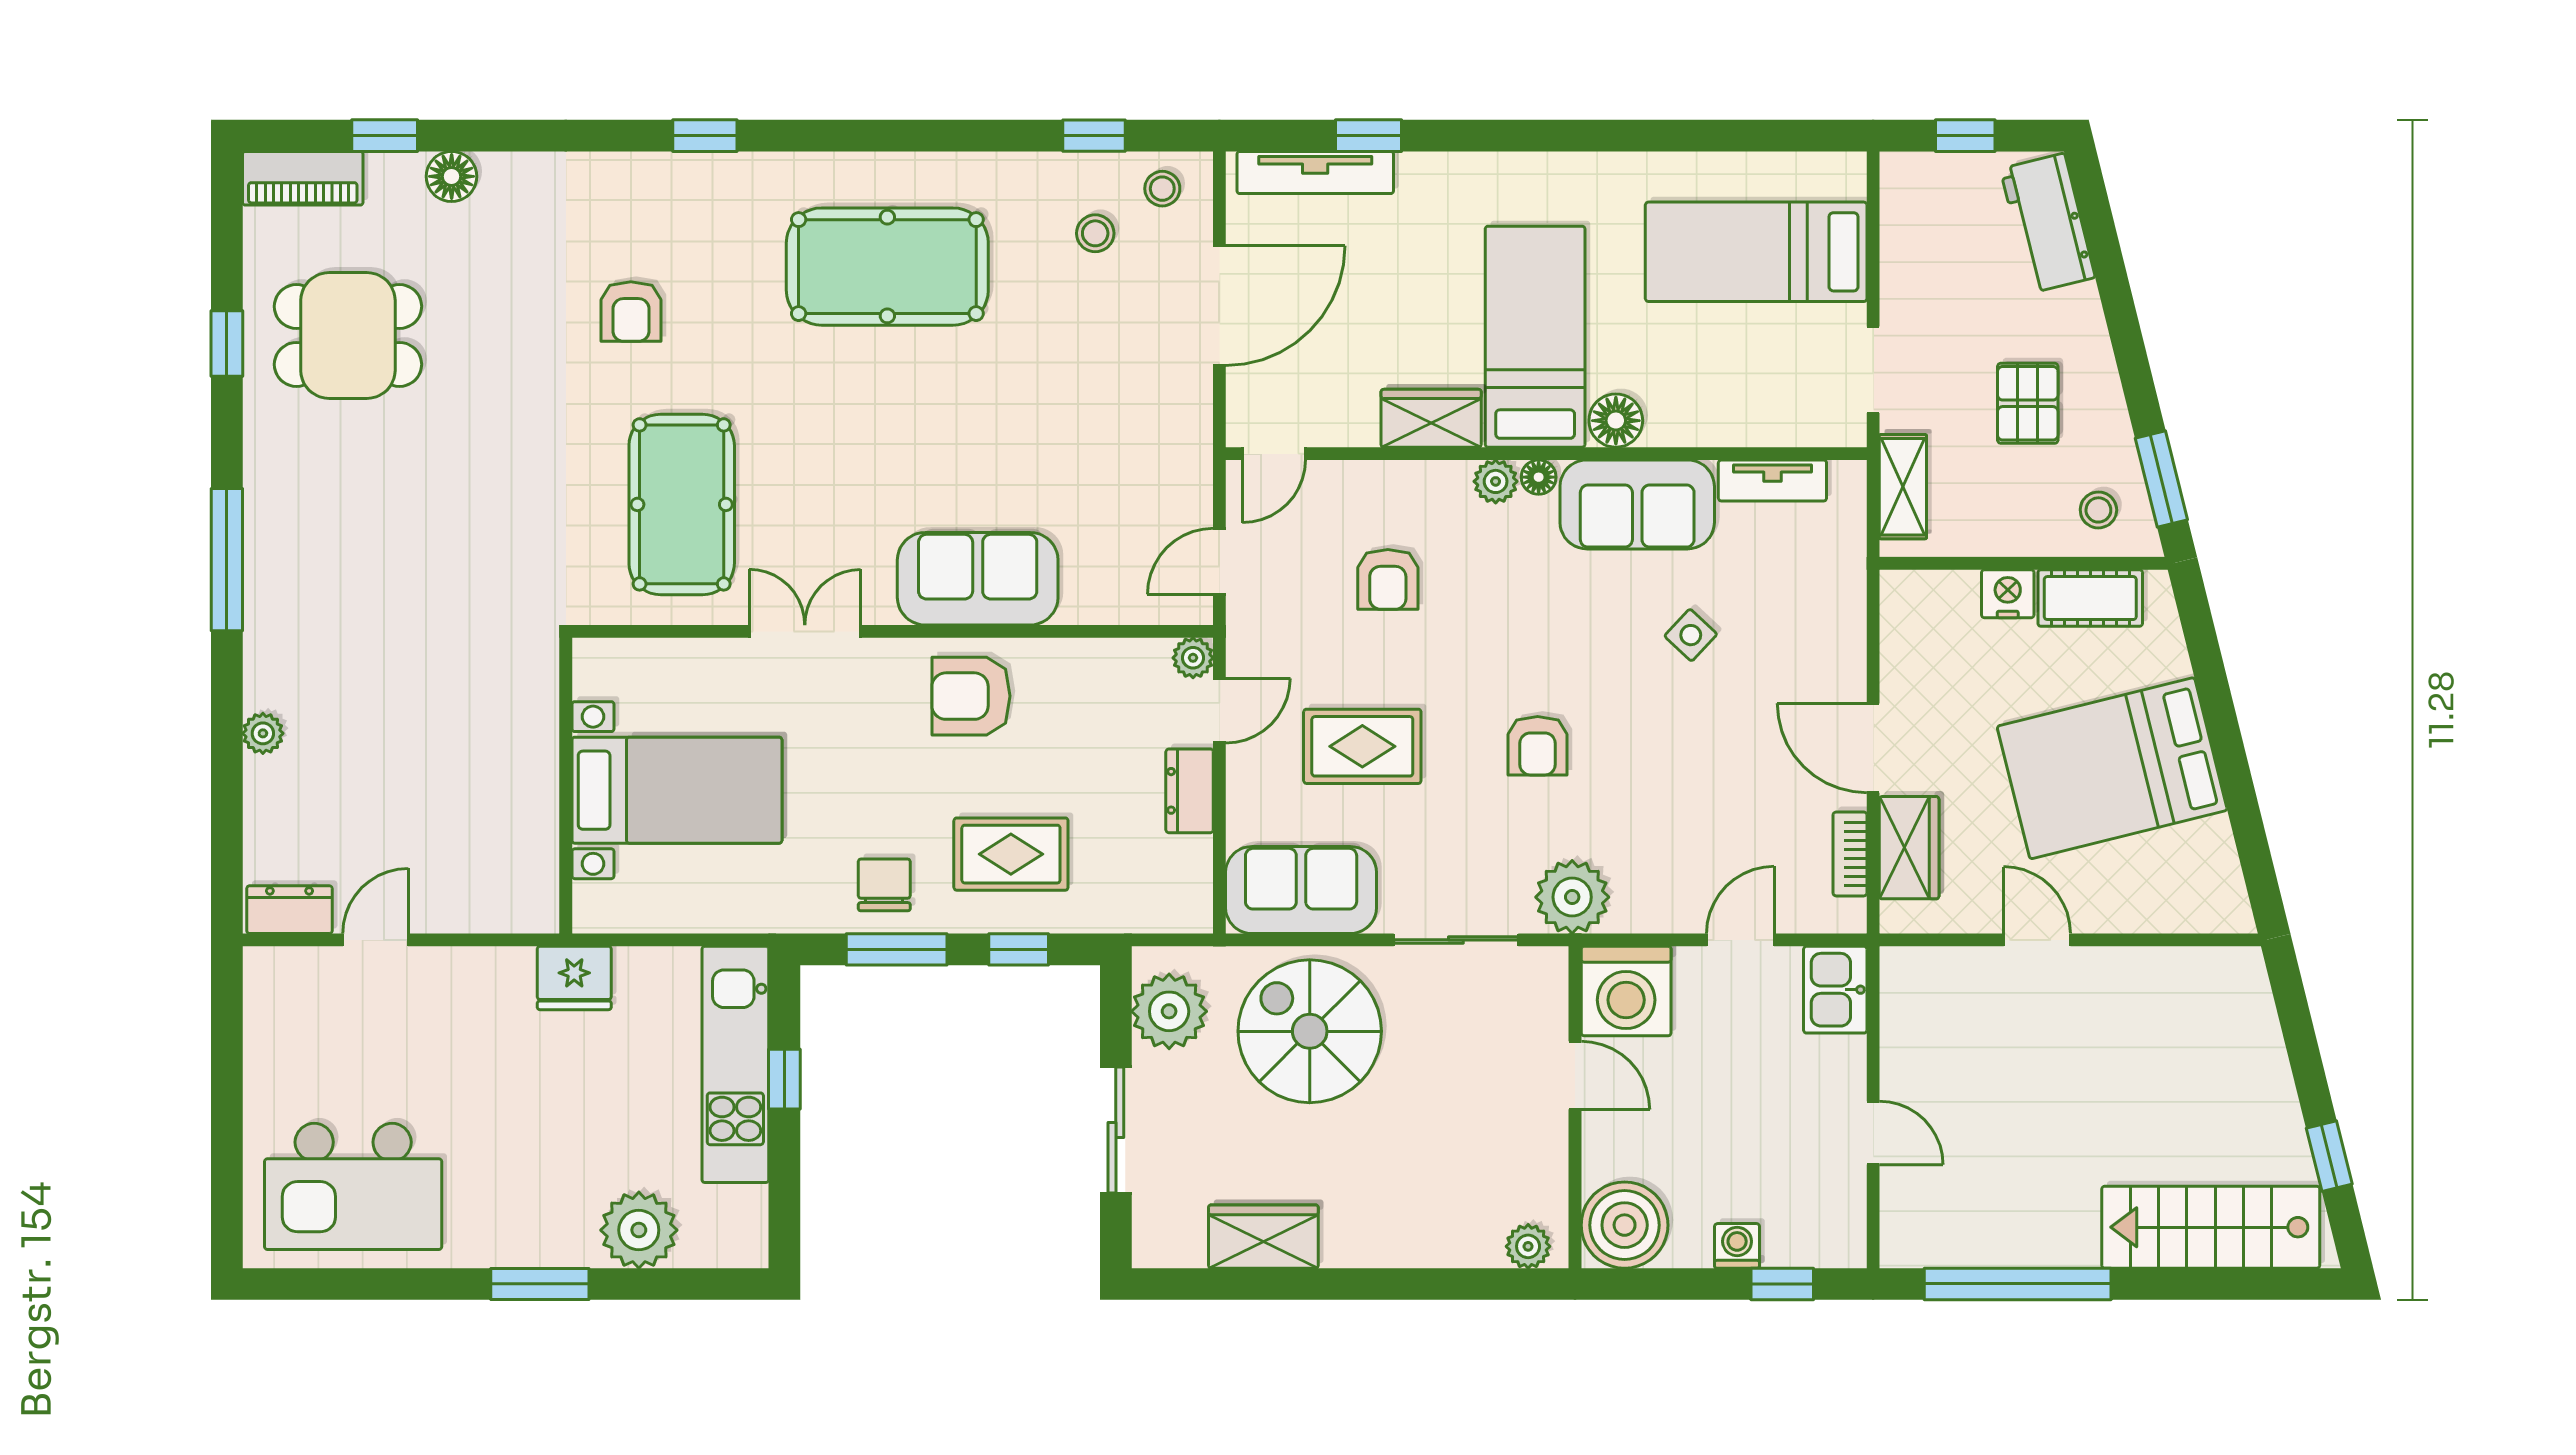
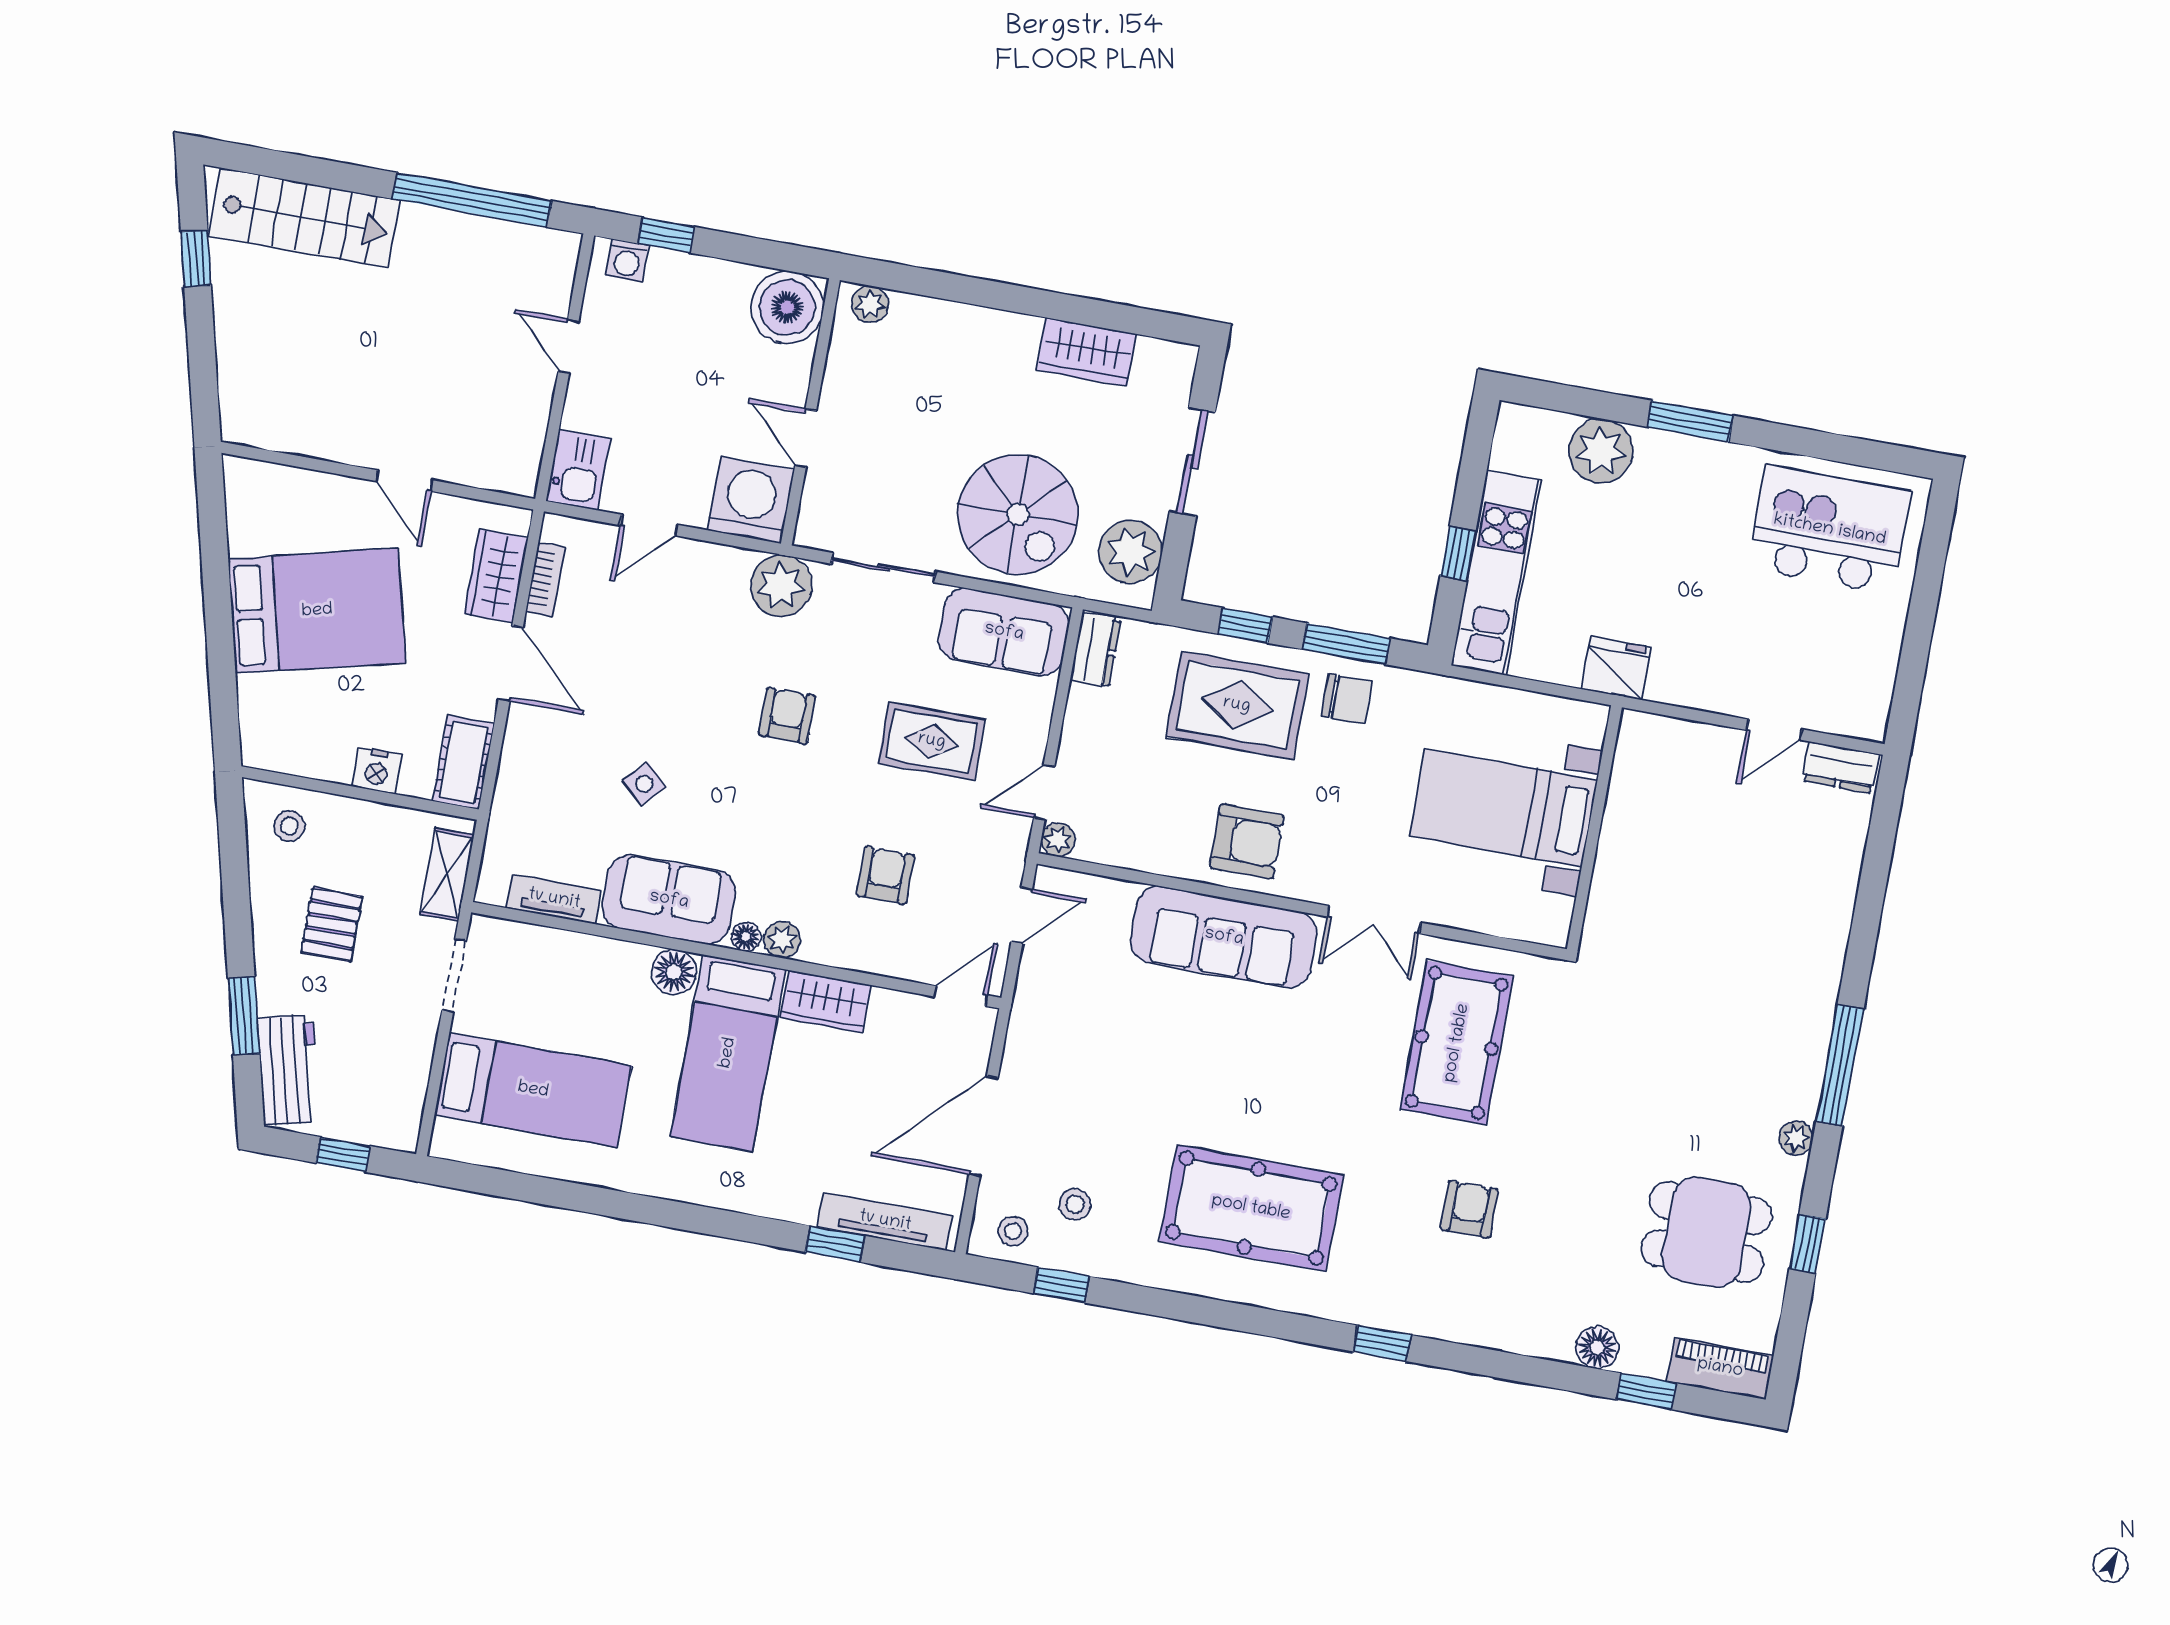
window: (2161, 479) -> (244, 1016), moved
sofa: (978, 579) -> (1224, 937), width x1.36
cot: (2090, 598) -> (463, 762), moved, turned 90
plant: (263, 733) -> (1796, 1138), moved
dresser: (1190, 791) -> (1095, 650), moved
rug: (1011, 854) -> (1237, 705), width x1.36, depth x1.43
chair: (884, 885) -> (1347, 699), turned -90
washing machine: (1737, 1246) -> (627, 260), moved

